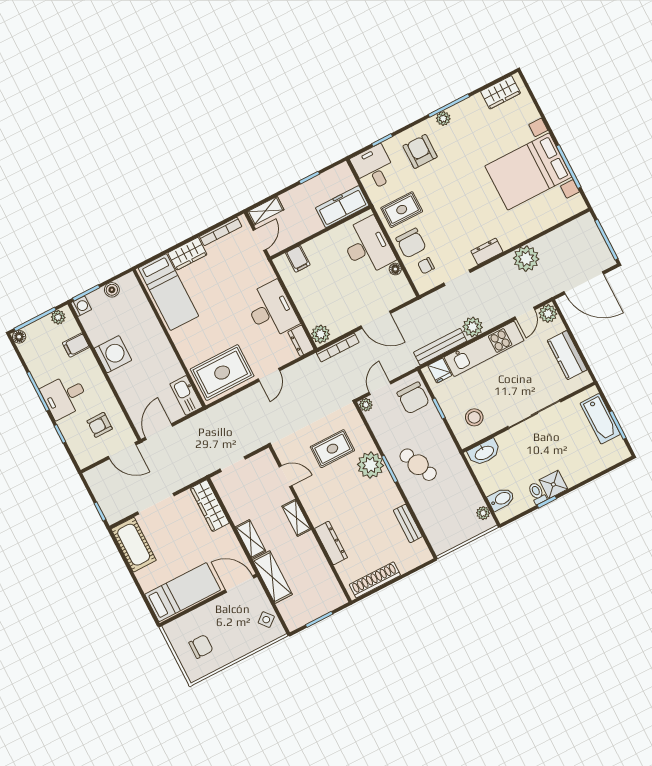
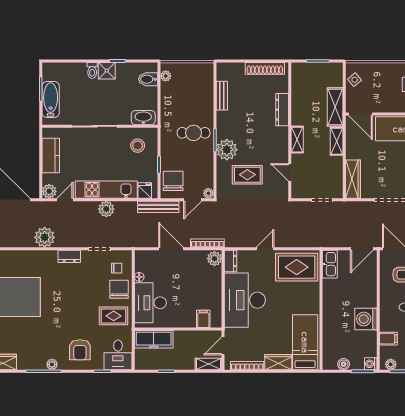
desk: (271, 310) -> (245, 300), width x1.36, depth x1.30
bench: (440, 347) -> (158, 207), moved
cafe table: (418, 465) -> (194, 133), turned -66
toilet: (537, 493) -> (92, 70), moved

